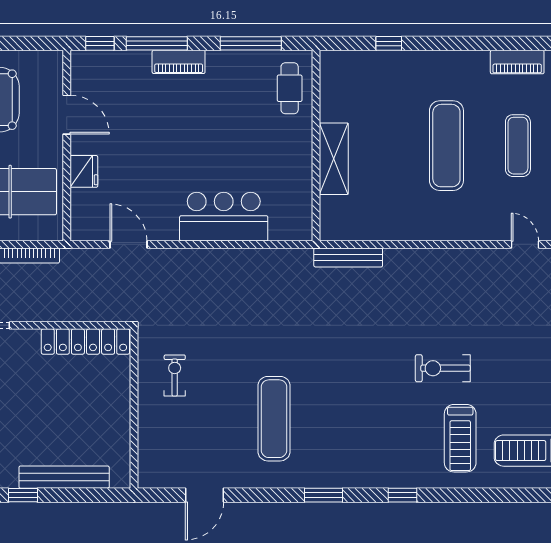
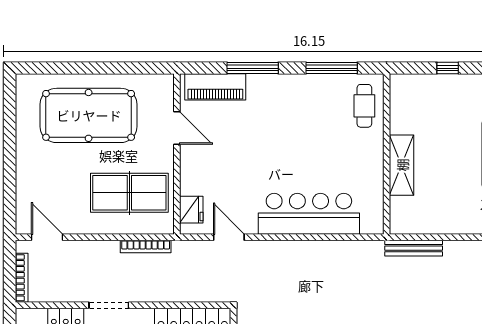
window: (100, 43) -> (205, 68), removed
piano: (179, 62) -> (215, 87), moved, width x1.37, depth x1.33
fridge: (84, 171) -> (191, 210), moved
bar counter: (224, 217) -> (309, 214), width x1.36

